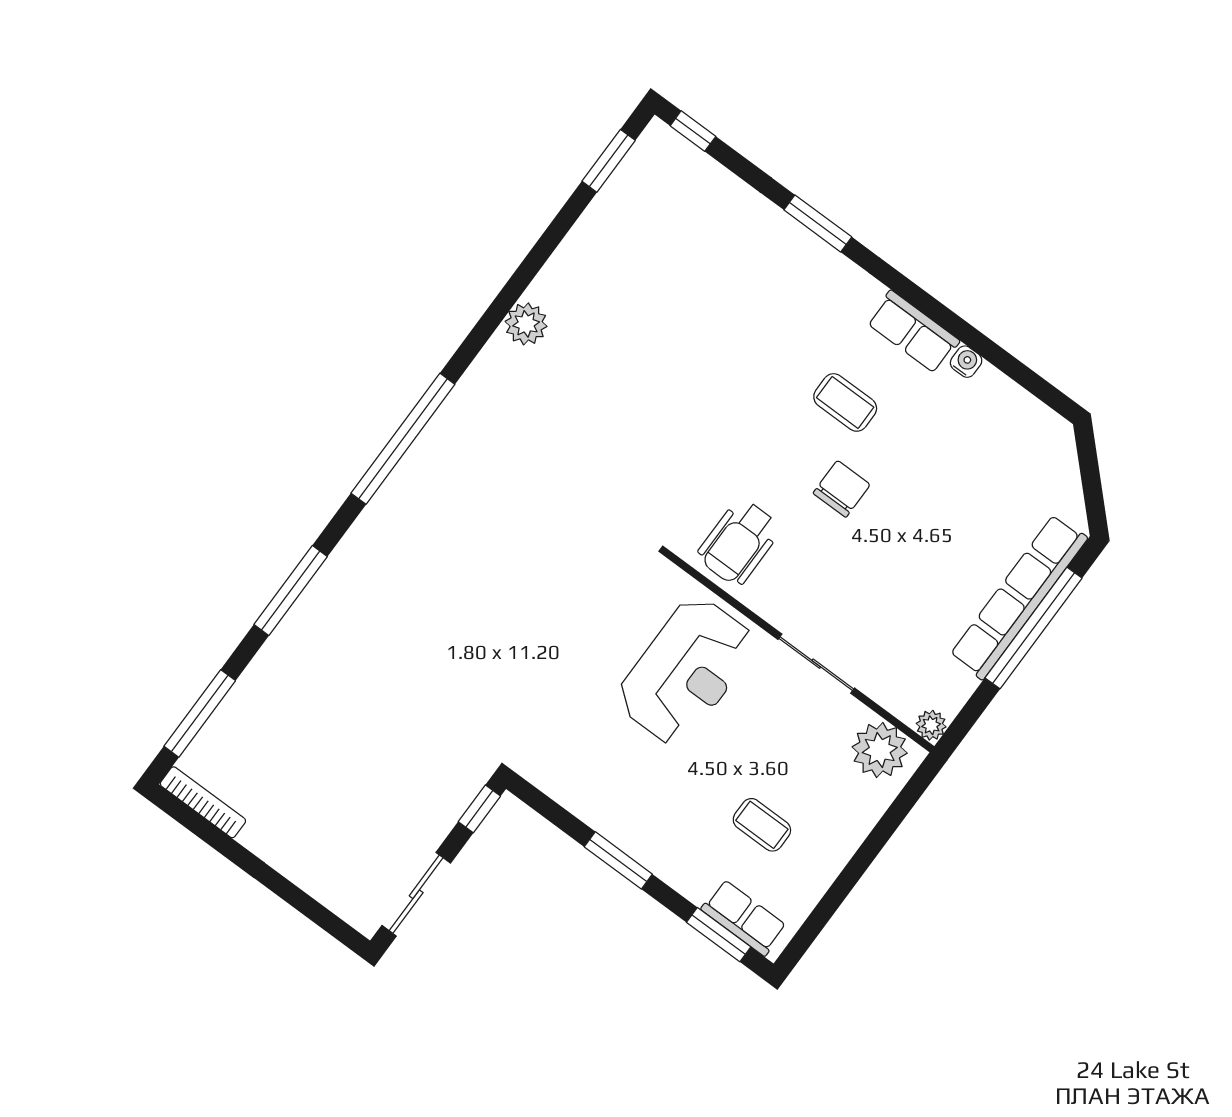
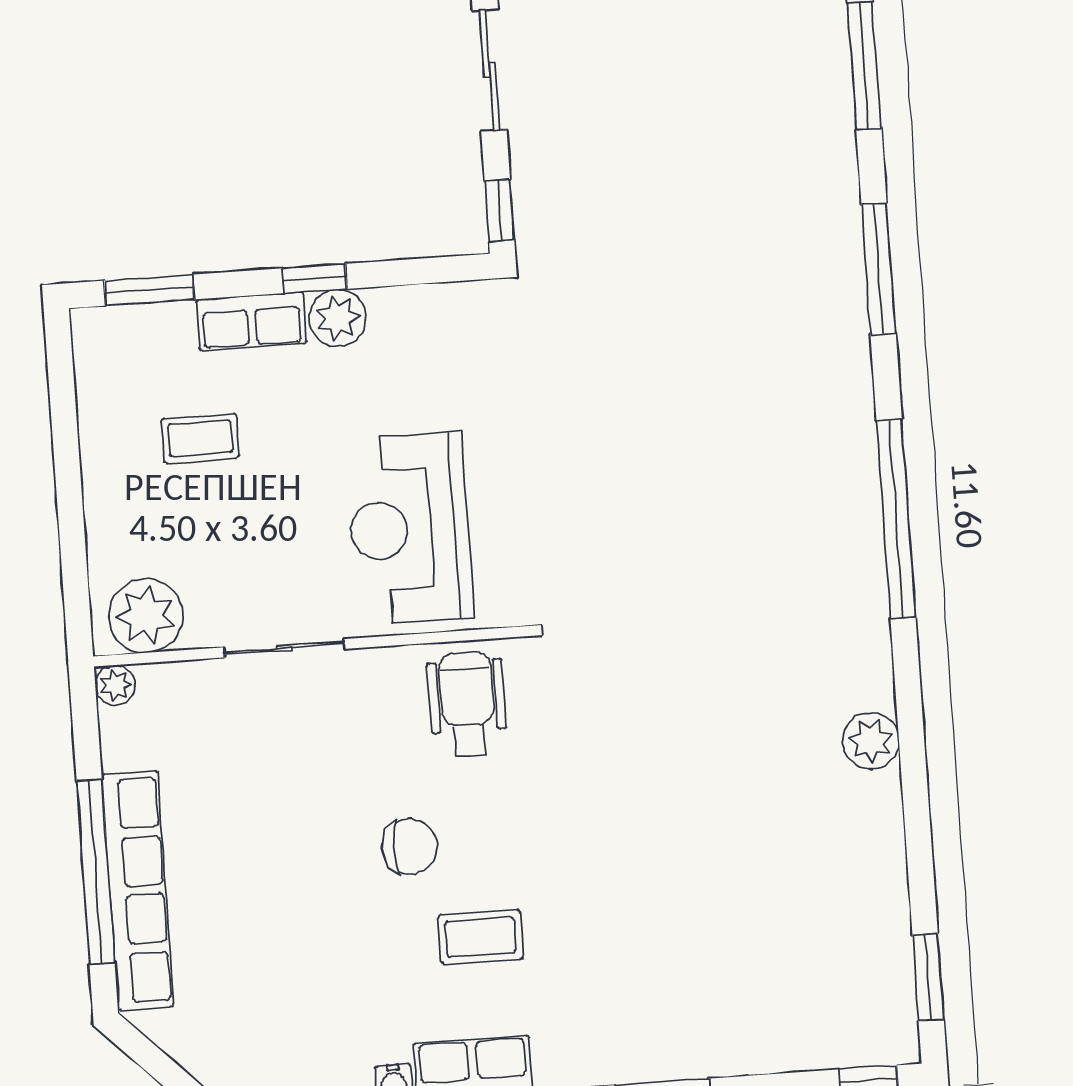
chair: (842, 489) -> (410, 847), turned -90
plant: (624, 827) -> (338, 318), added
window: (618, 860) -> (315, 279), width x0.67
row of seats: (744, 918) -> (252, 321), moved

